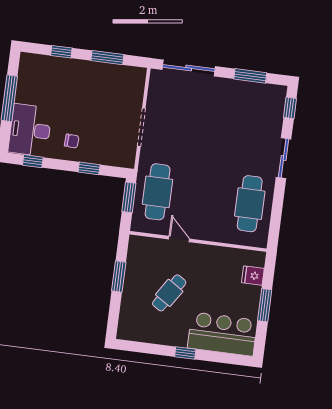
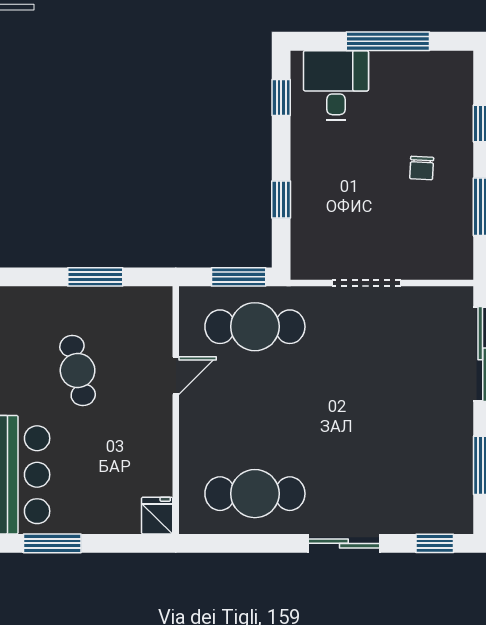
desk: (30, 130) -> (336, 85), width x0.73
chair: (72, 141) -> (422, 168), moved
fridge: (253, 276) -> (157, 516), moved
cafe table: (169, 293) -> (78, 371), turned 44
window: (265, 305) -> (52, 543), moved

